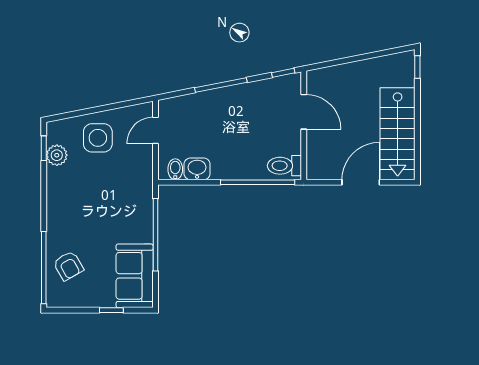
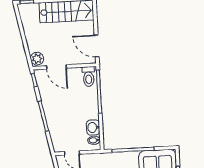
plant: (320, 79) -> (37, 59), added
door: (304, 112) -> (56, 67), swing flipped
door: (361, 182) -> (97, 46), moved

